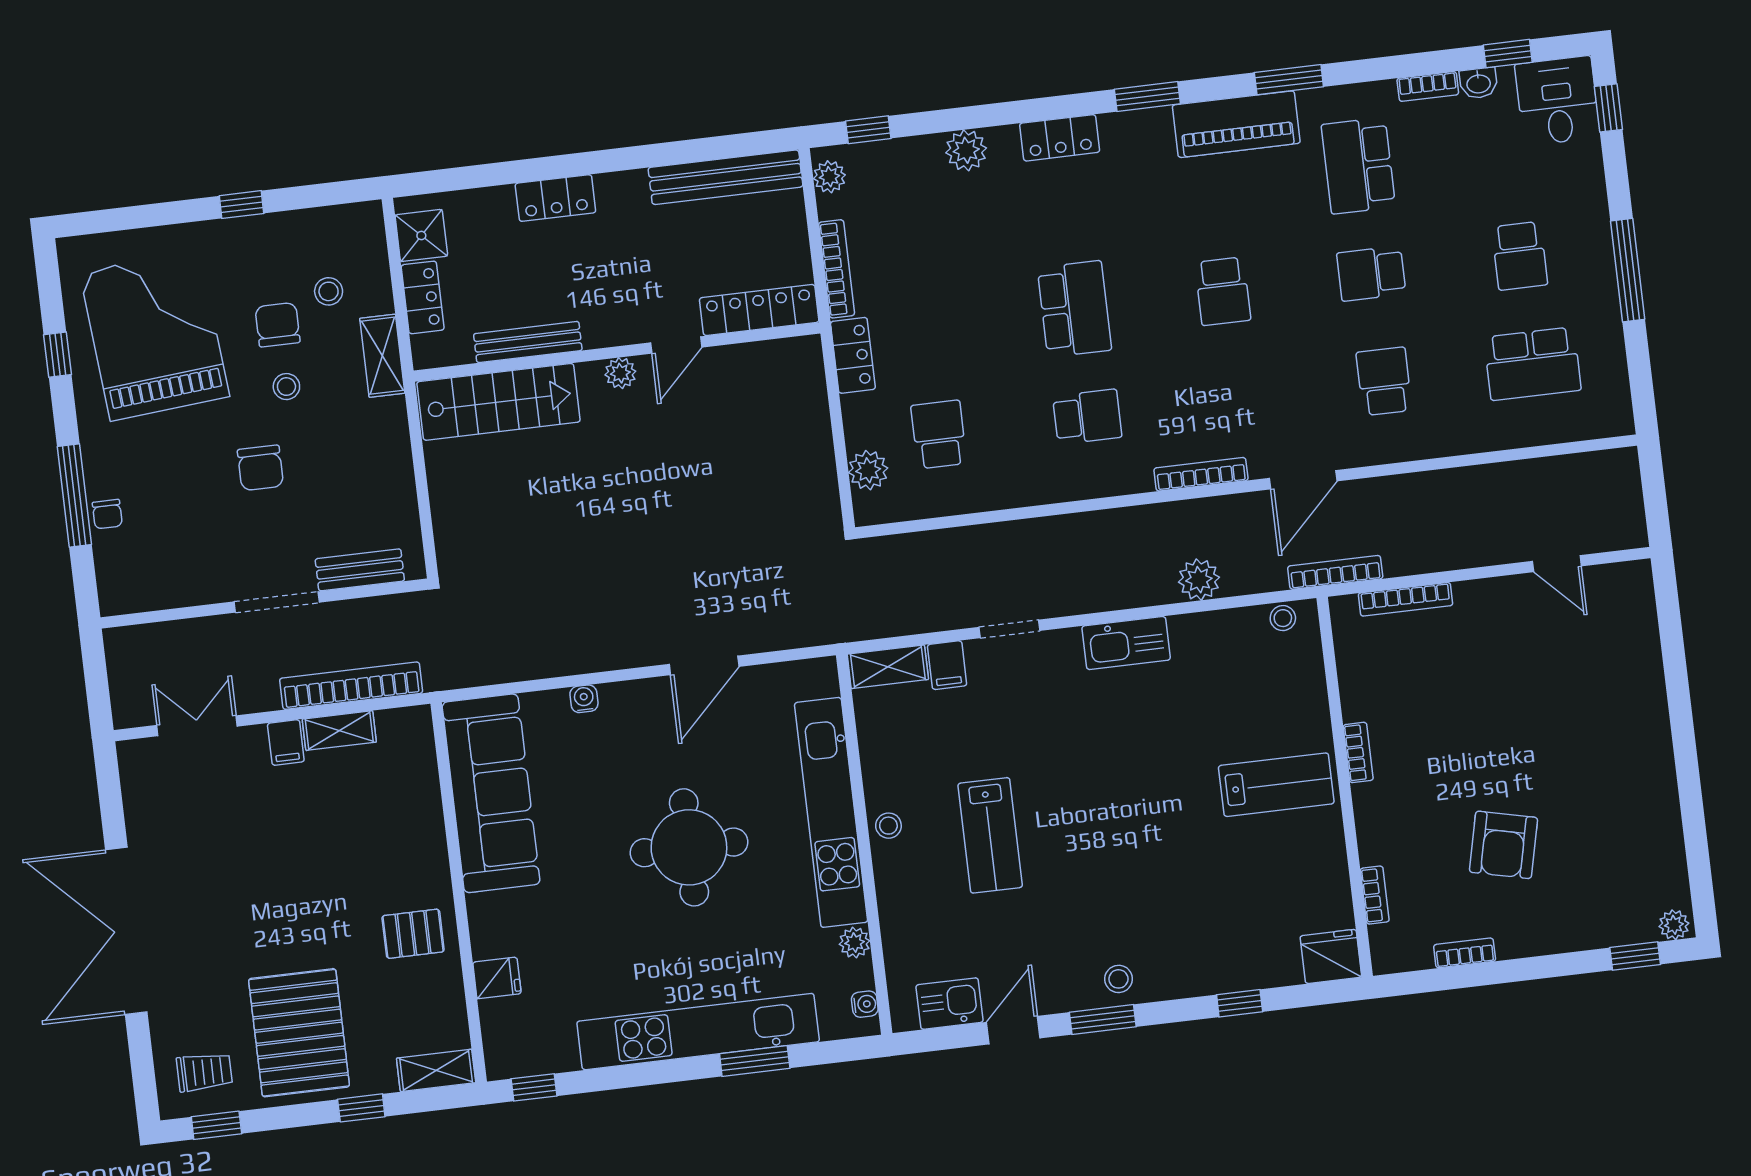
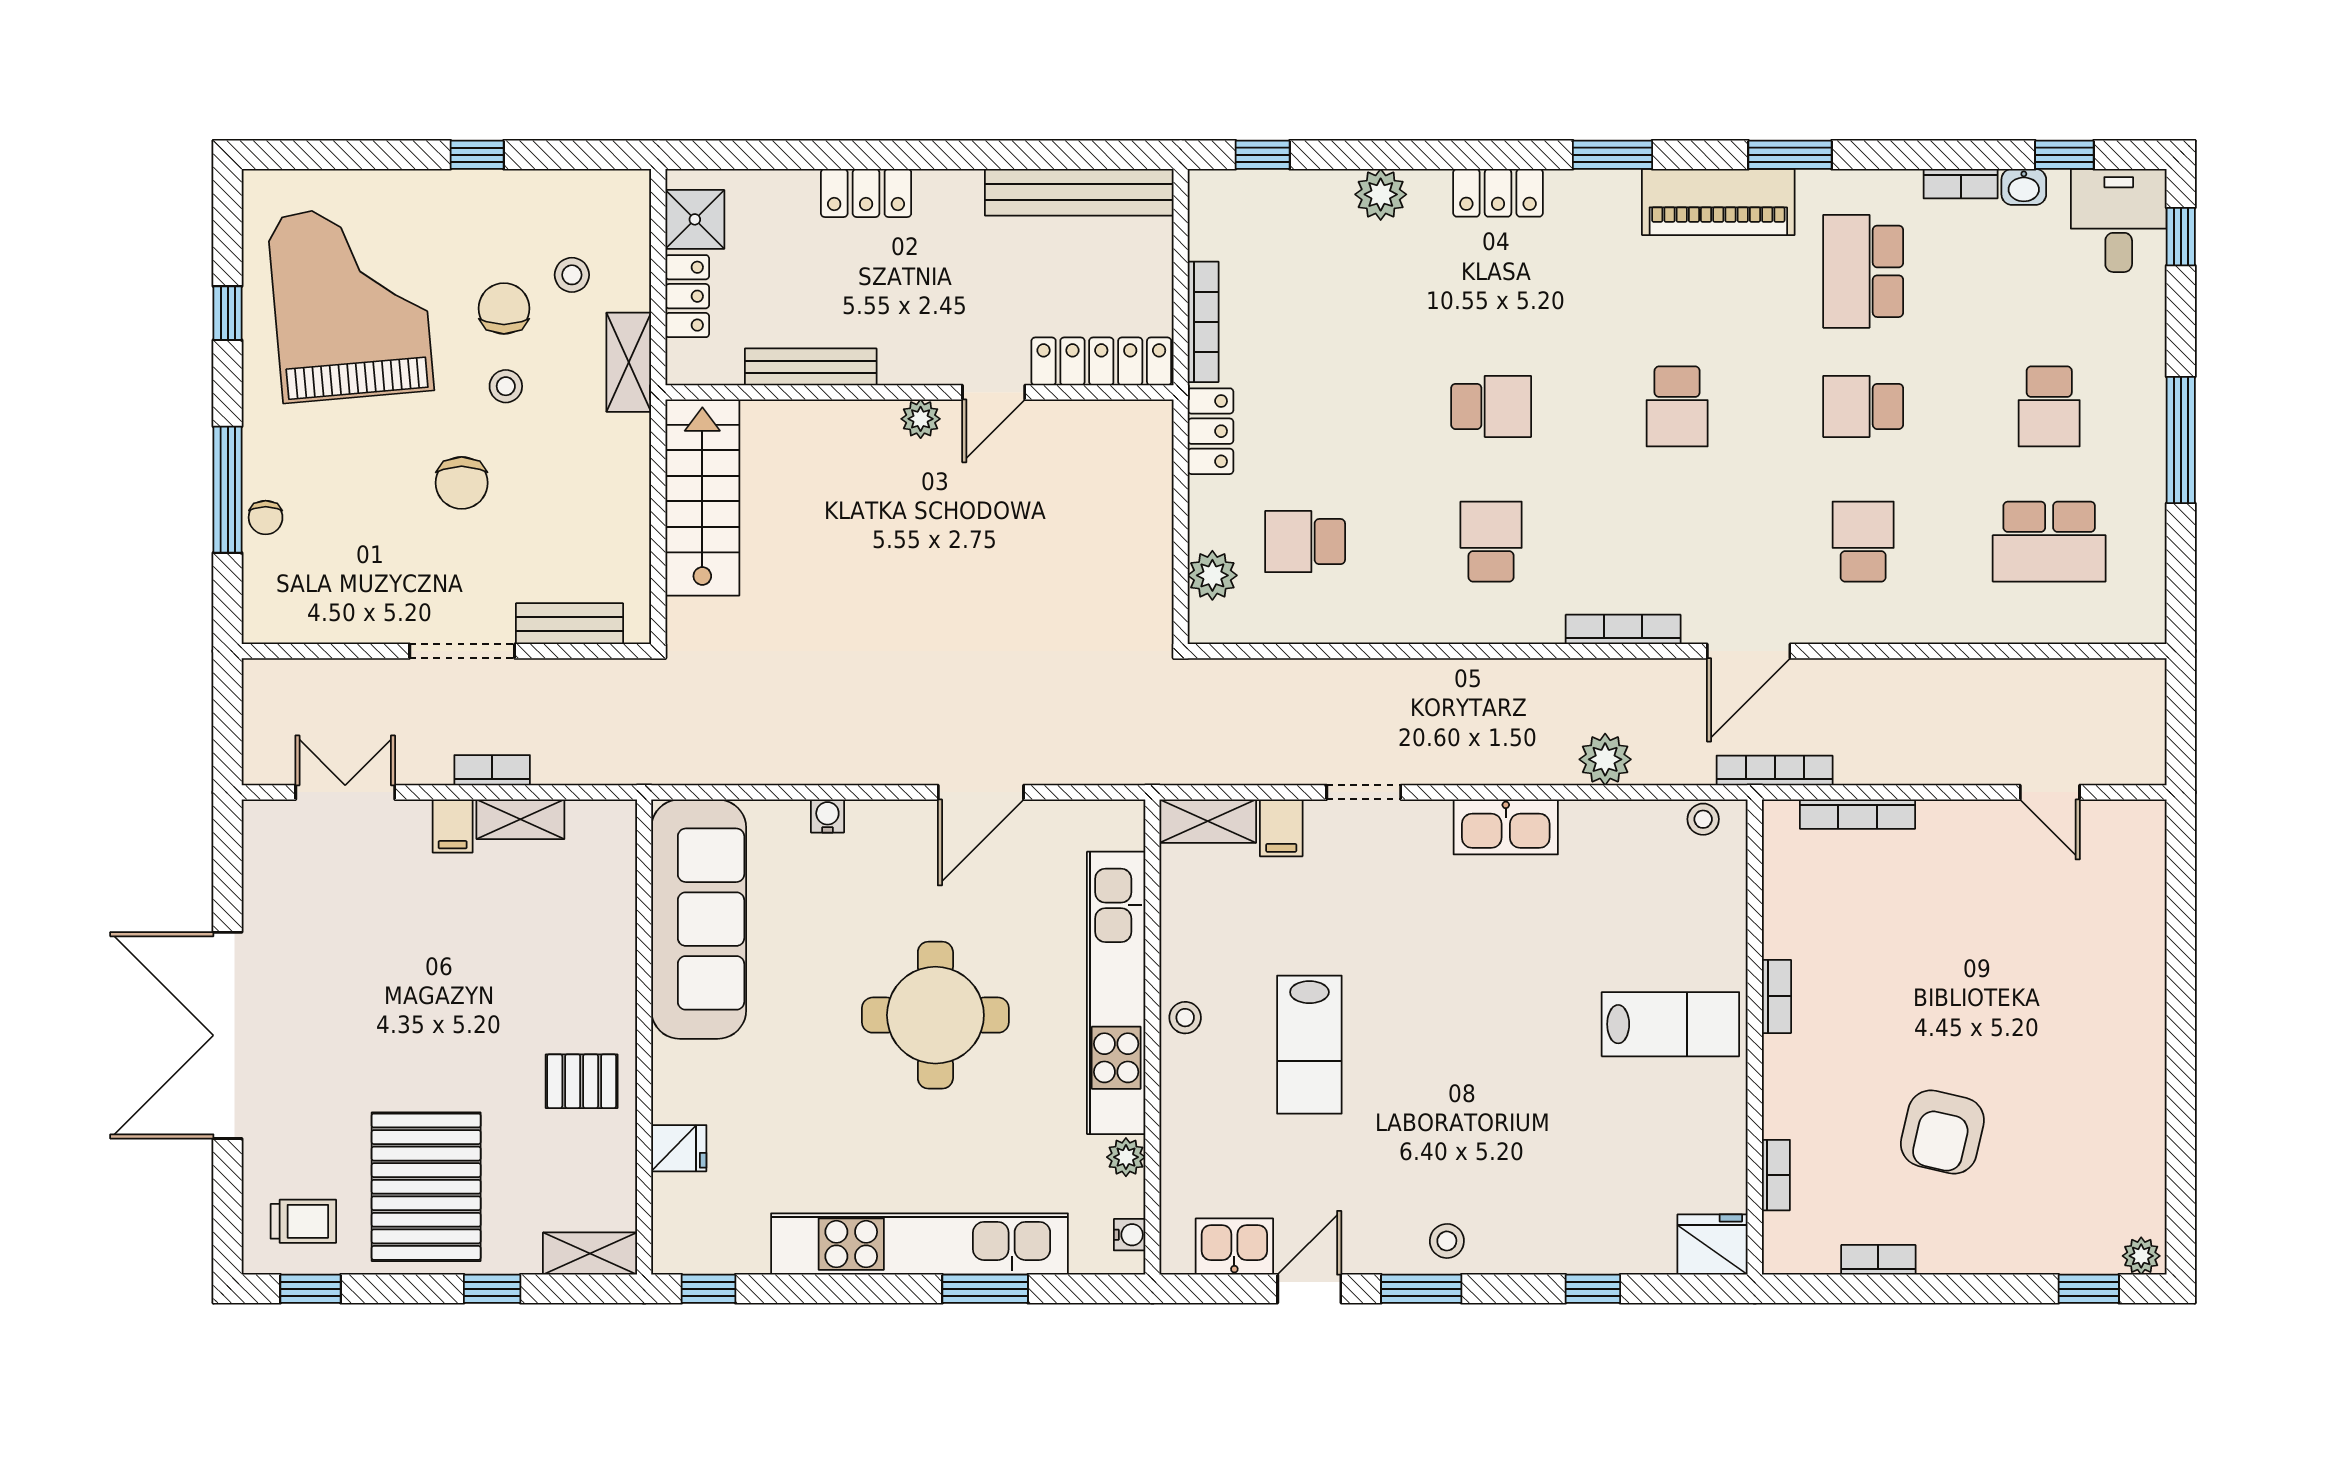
plant: (829, 177) -> (1208, 207), removed
school desk: (1074, 309) -> (1491, 406), width x0.54
stairs: (498, 402) -> (702, 498), moved, turned -90
school desk: (1087, 417) -> (1491, 542), turned -90
school desk: (939, 434) -> (1305, 542), turned -90
bookcase: (351, 686) -> (492, 770), width x0.43, depth x0.76

